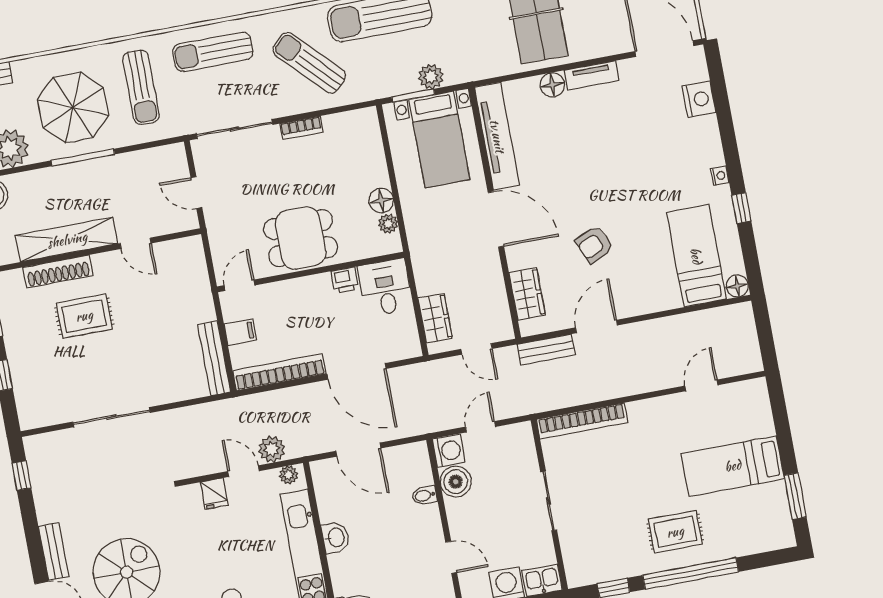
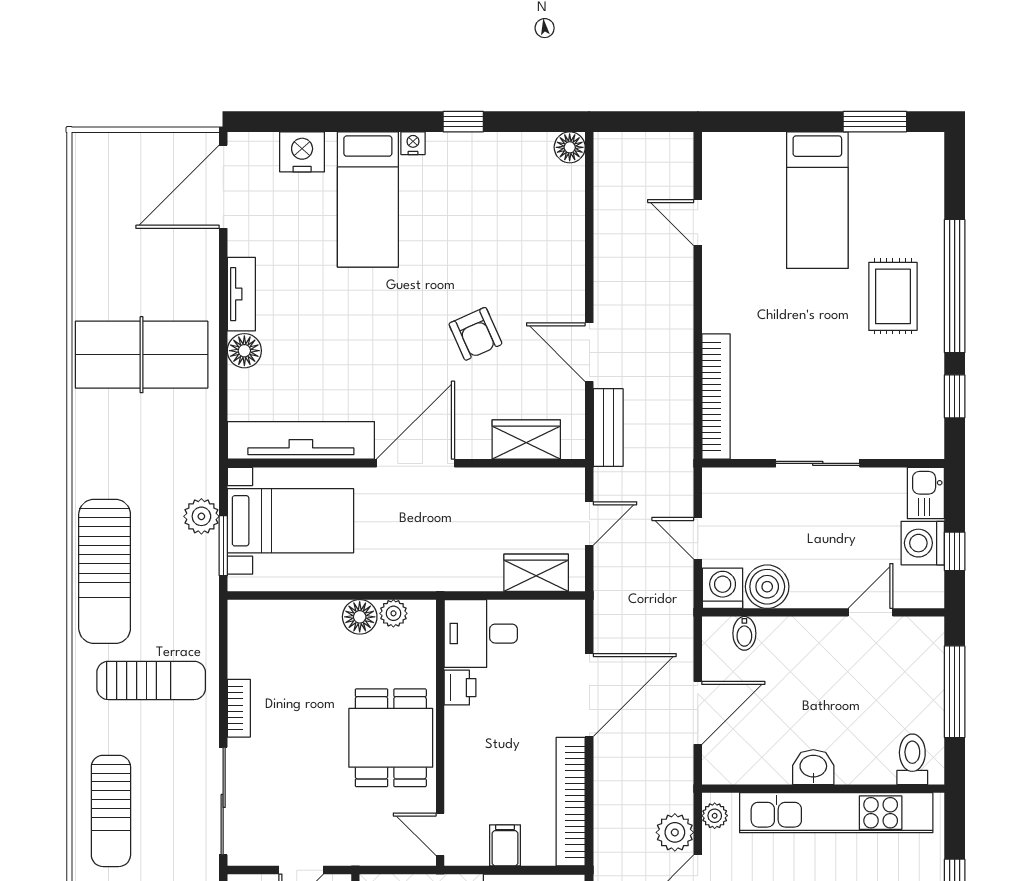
sun lounger: (309, 63) -> (151, 680), turned -136
bed: (696, 256) -> (368, 199), moved, turned -90
bidet: (424, 495) -> (744, 633), moved

